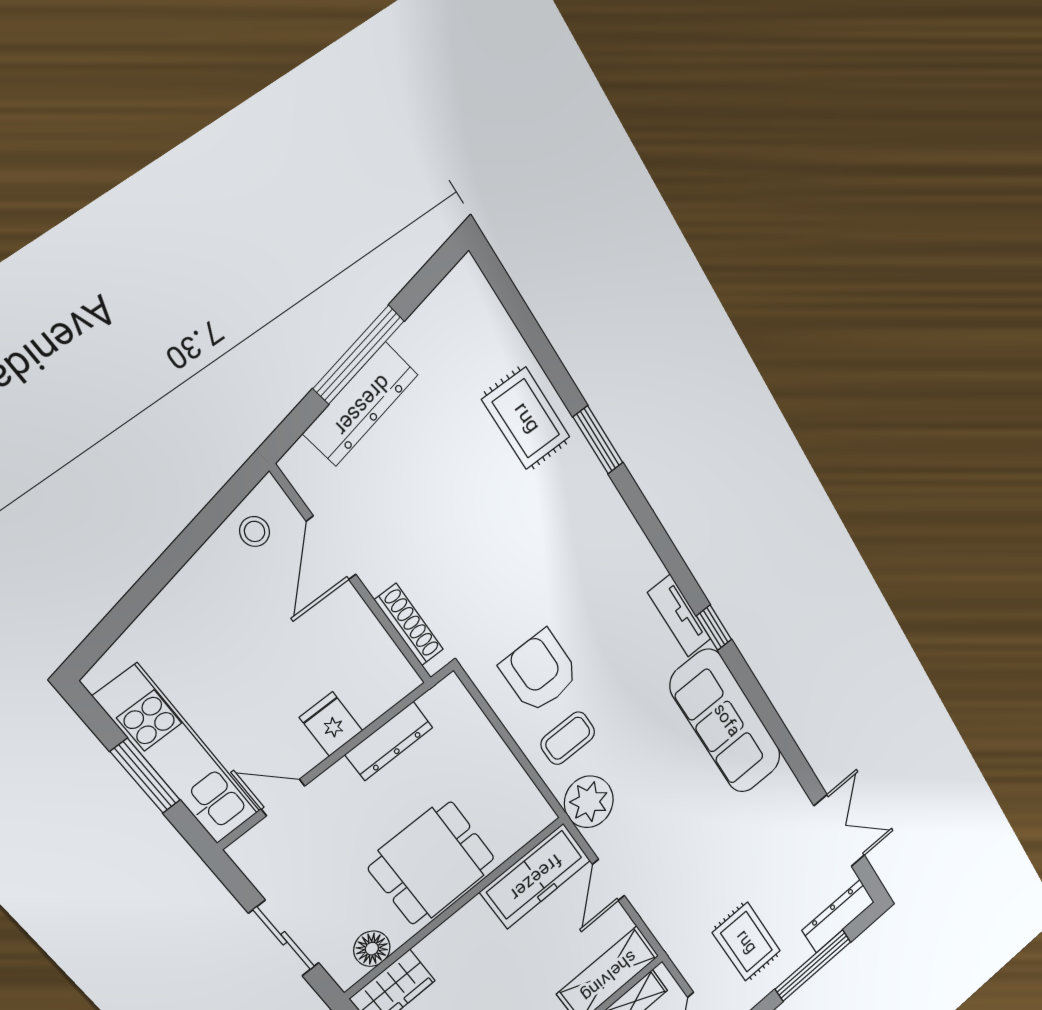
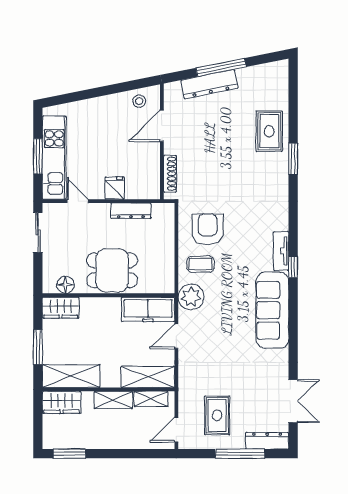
sliding door: (284, 938) -> (38, 232), moved

